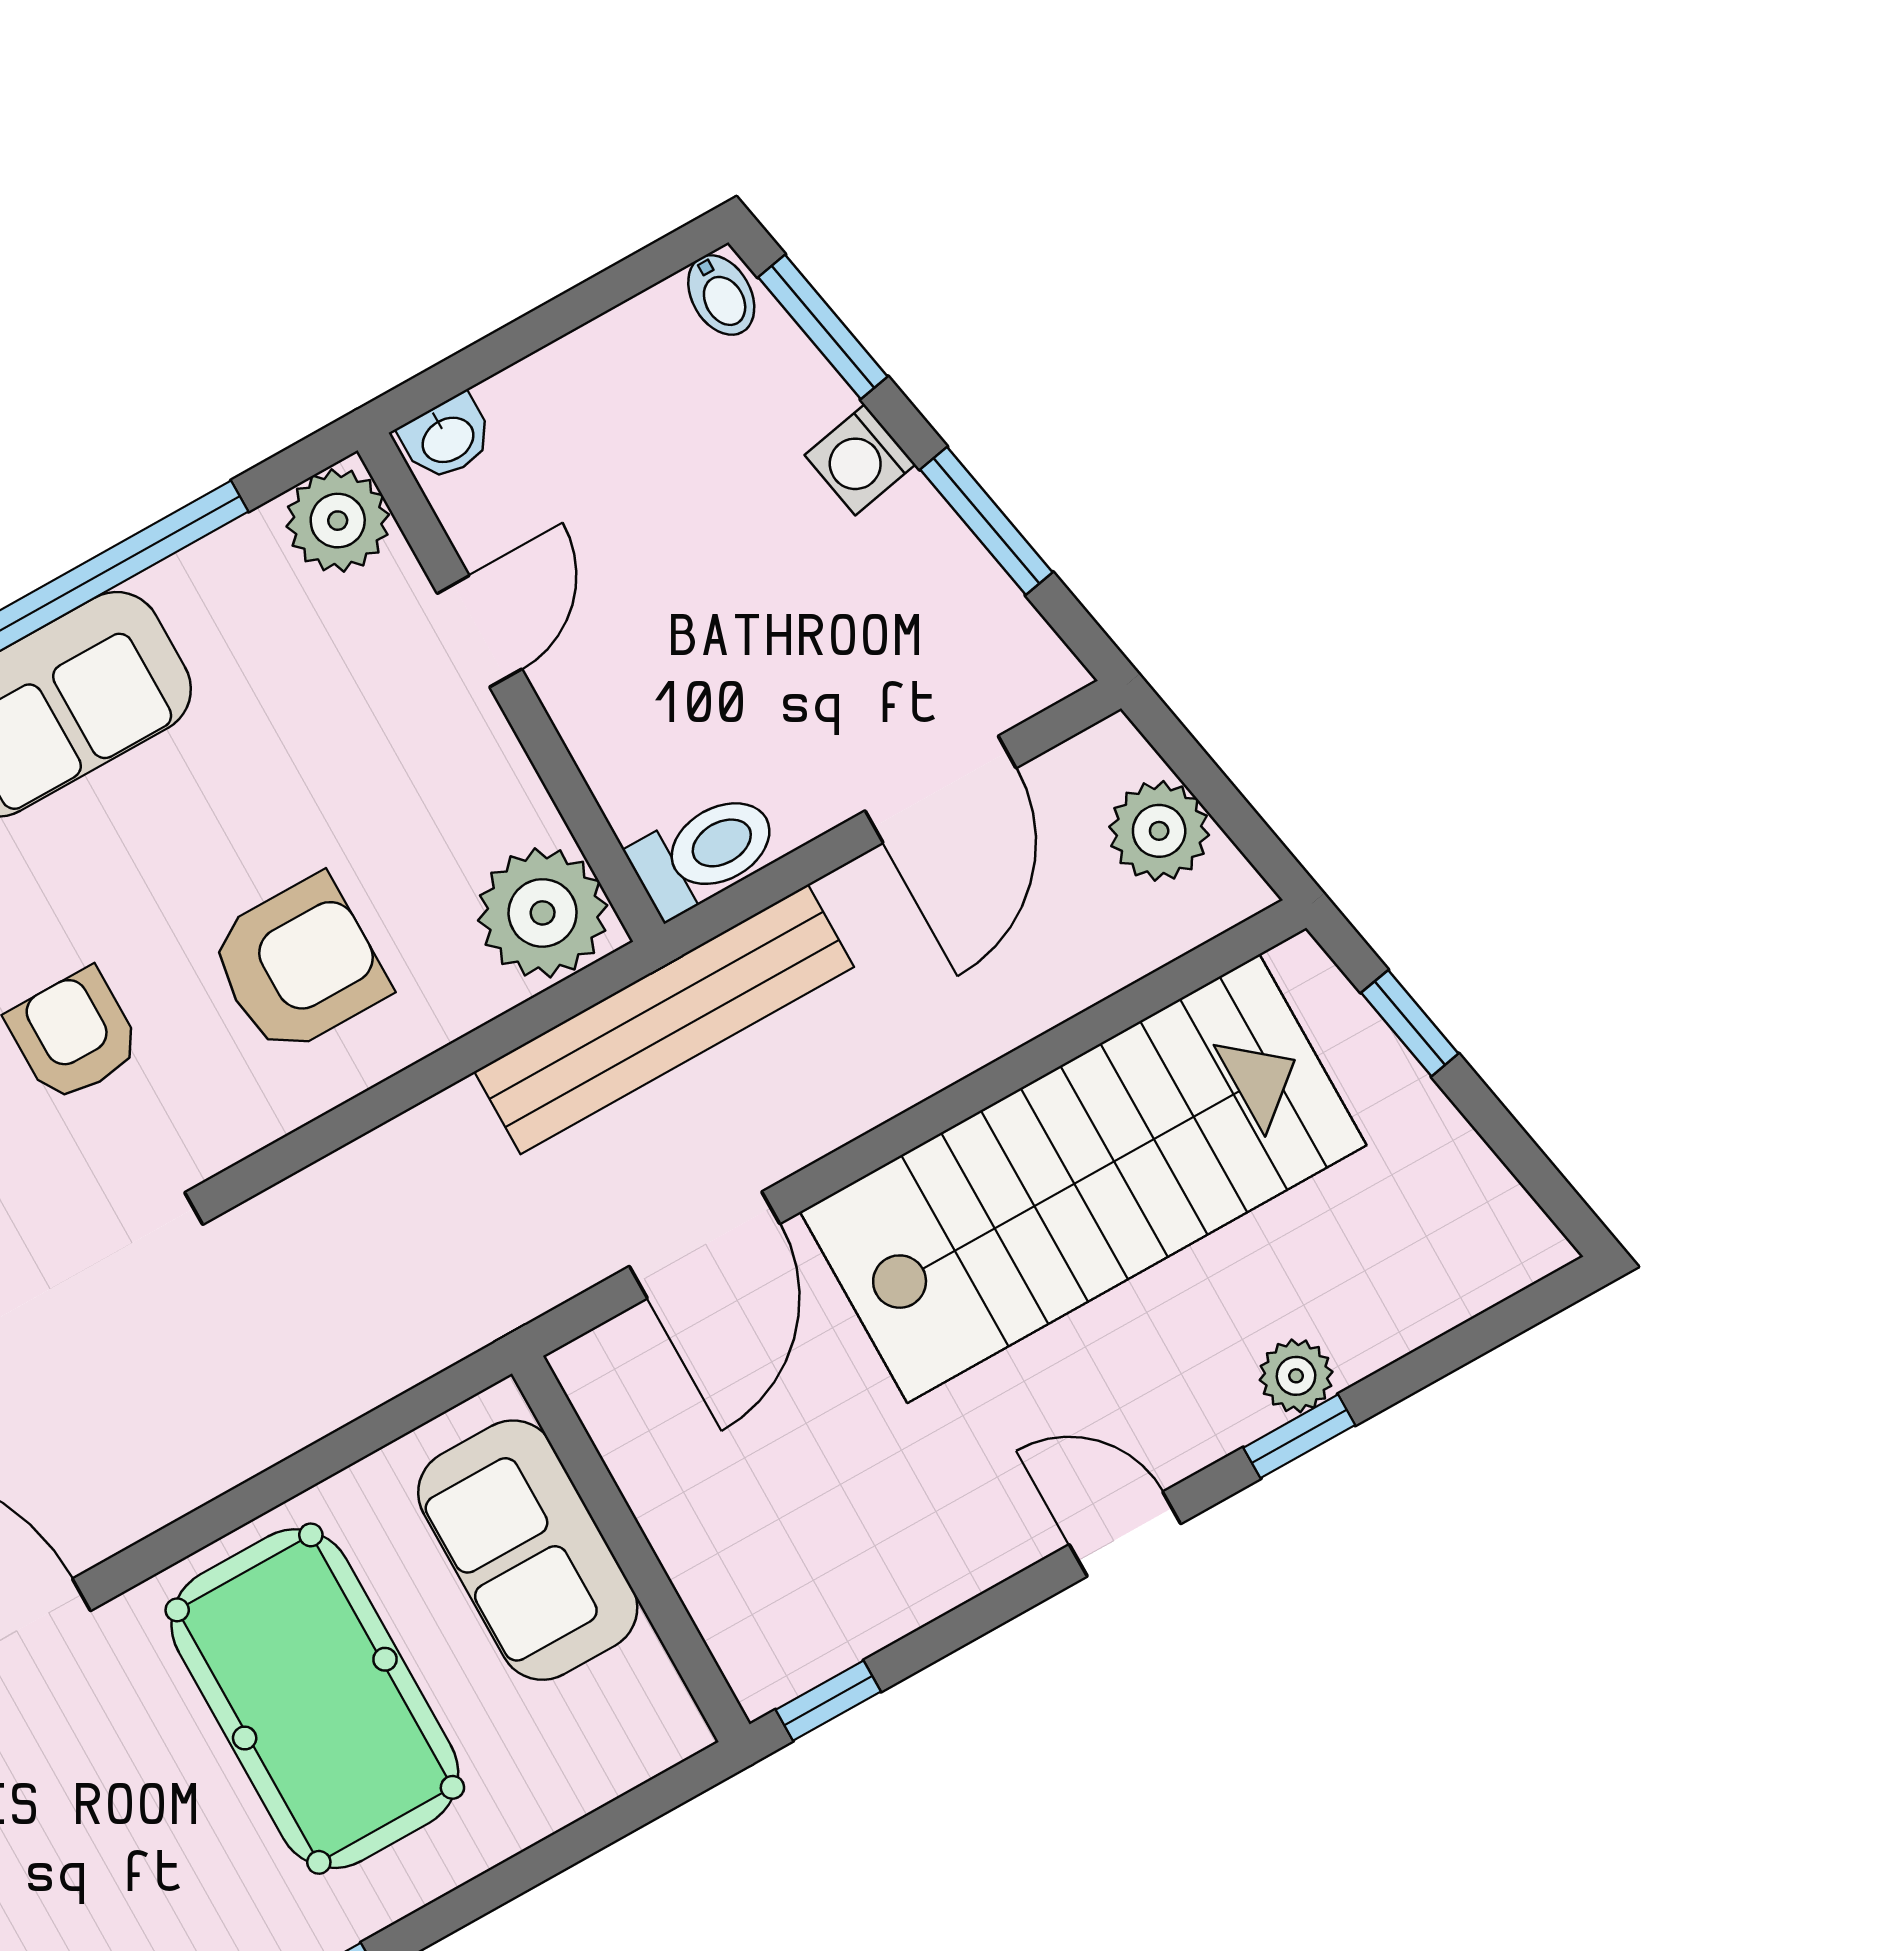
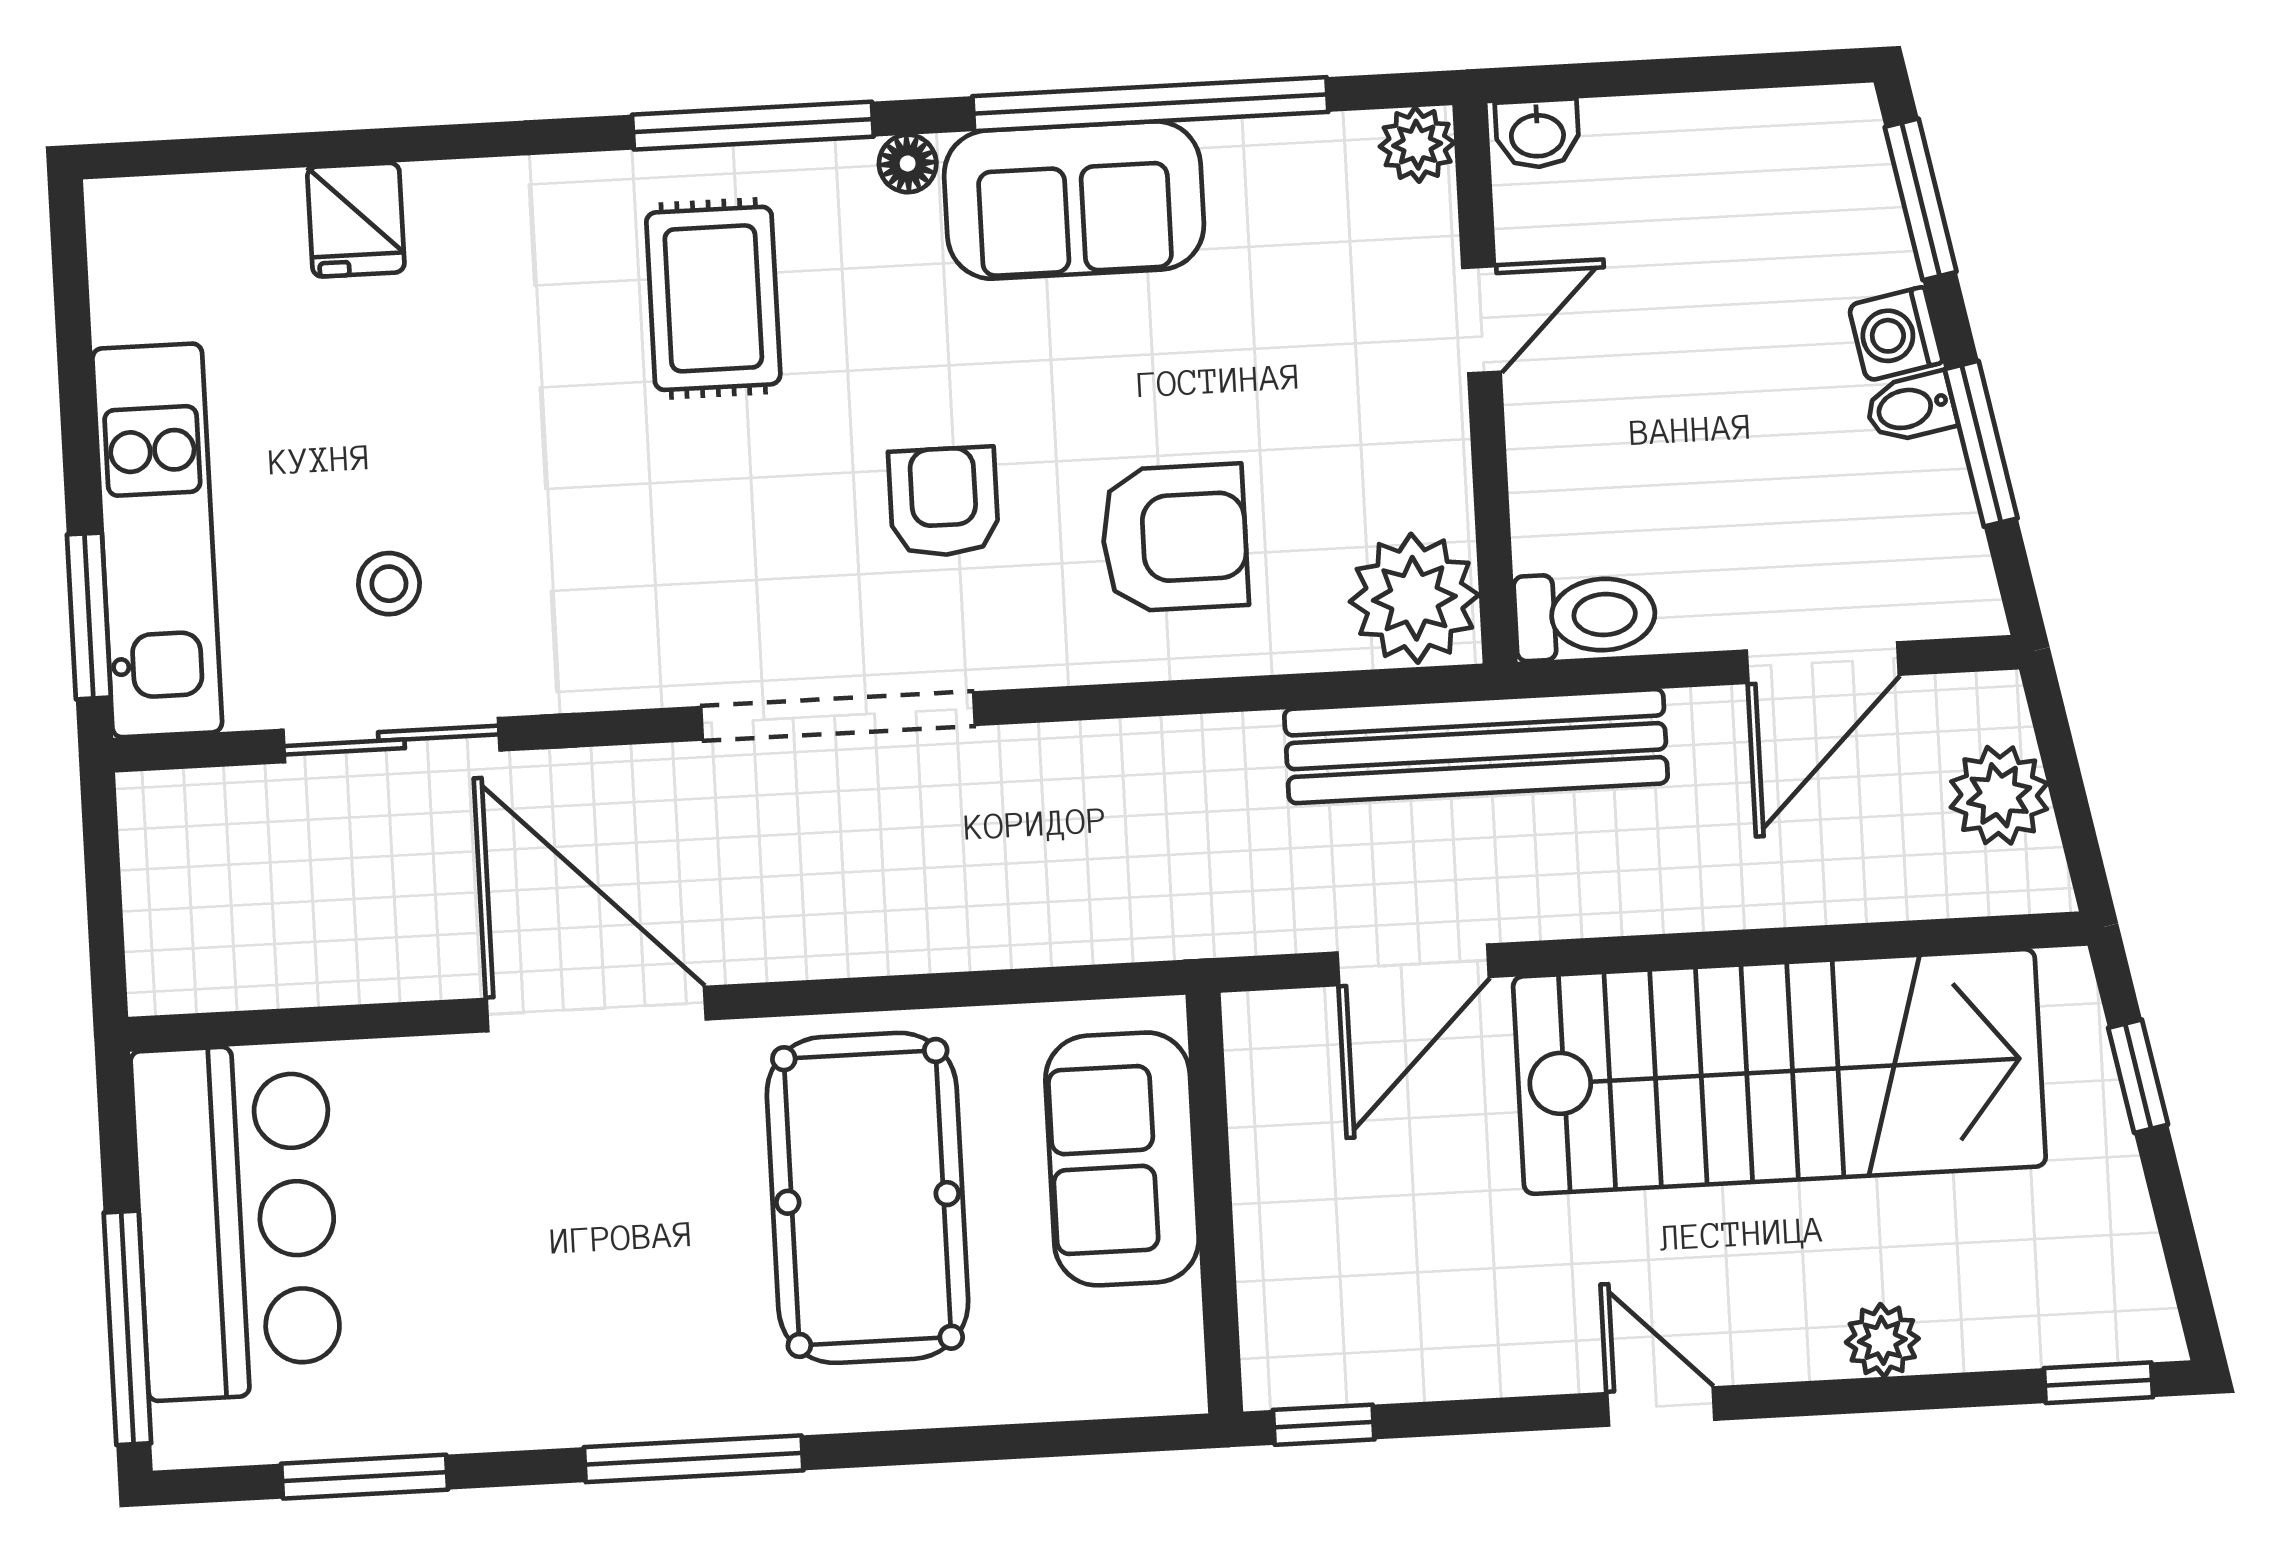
bidet: (721, 295) -> (1911, 408), moved, turned 79
plant: (338, 521) -> (1417, 145), width x0.73, depth x0.73
window: (1299, 1436) -> (2098, 1383), moved

